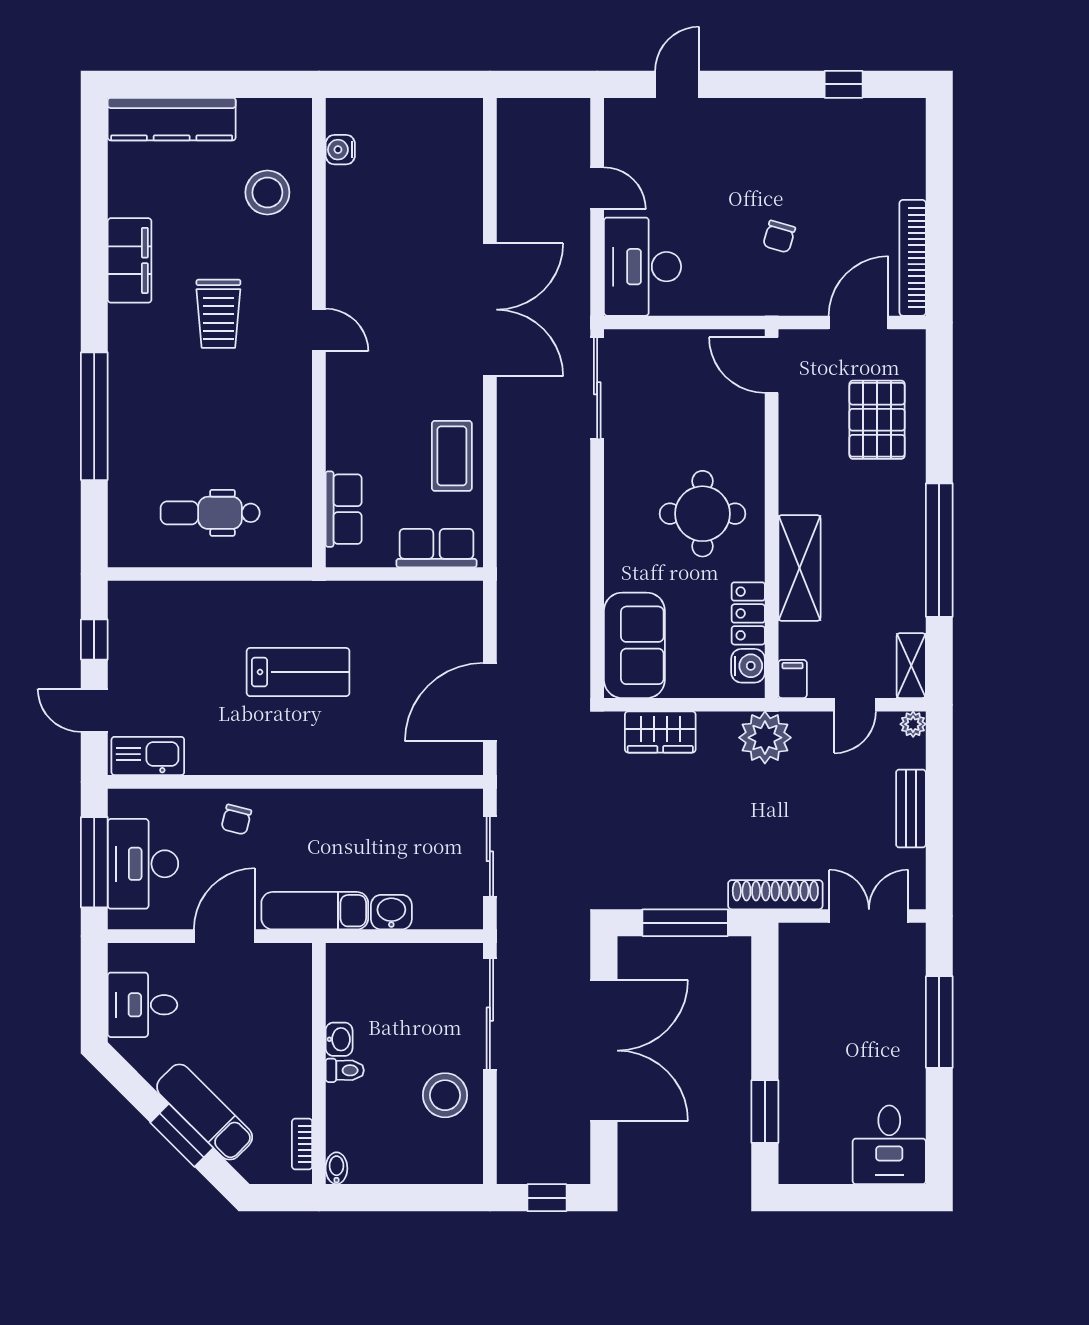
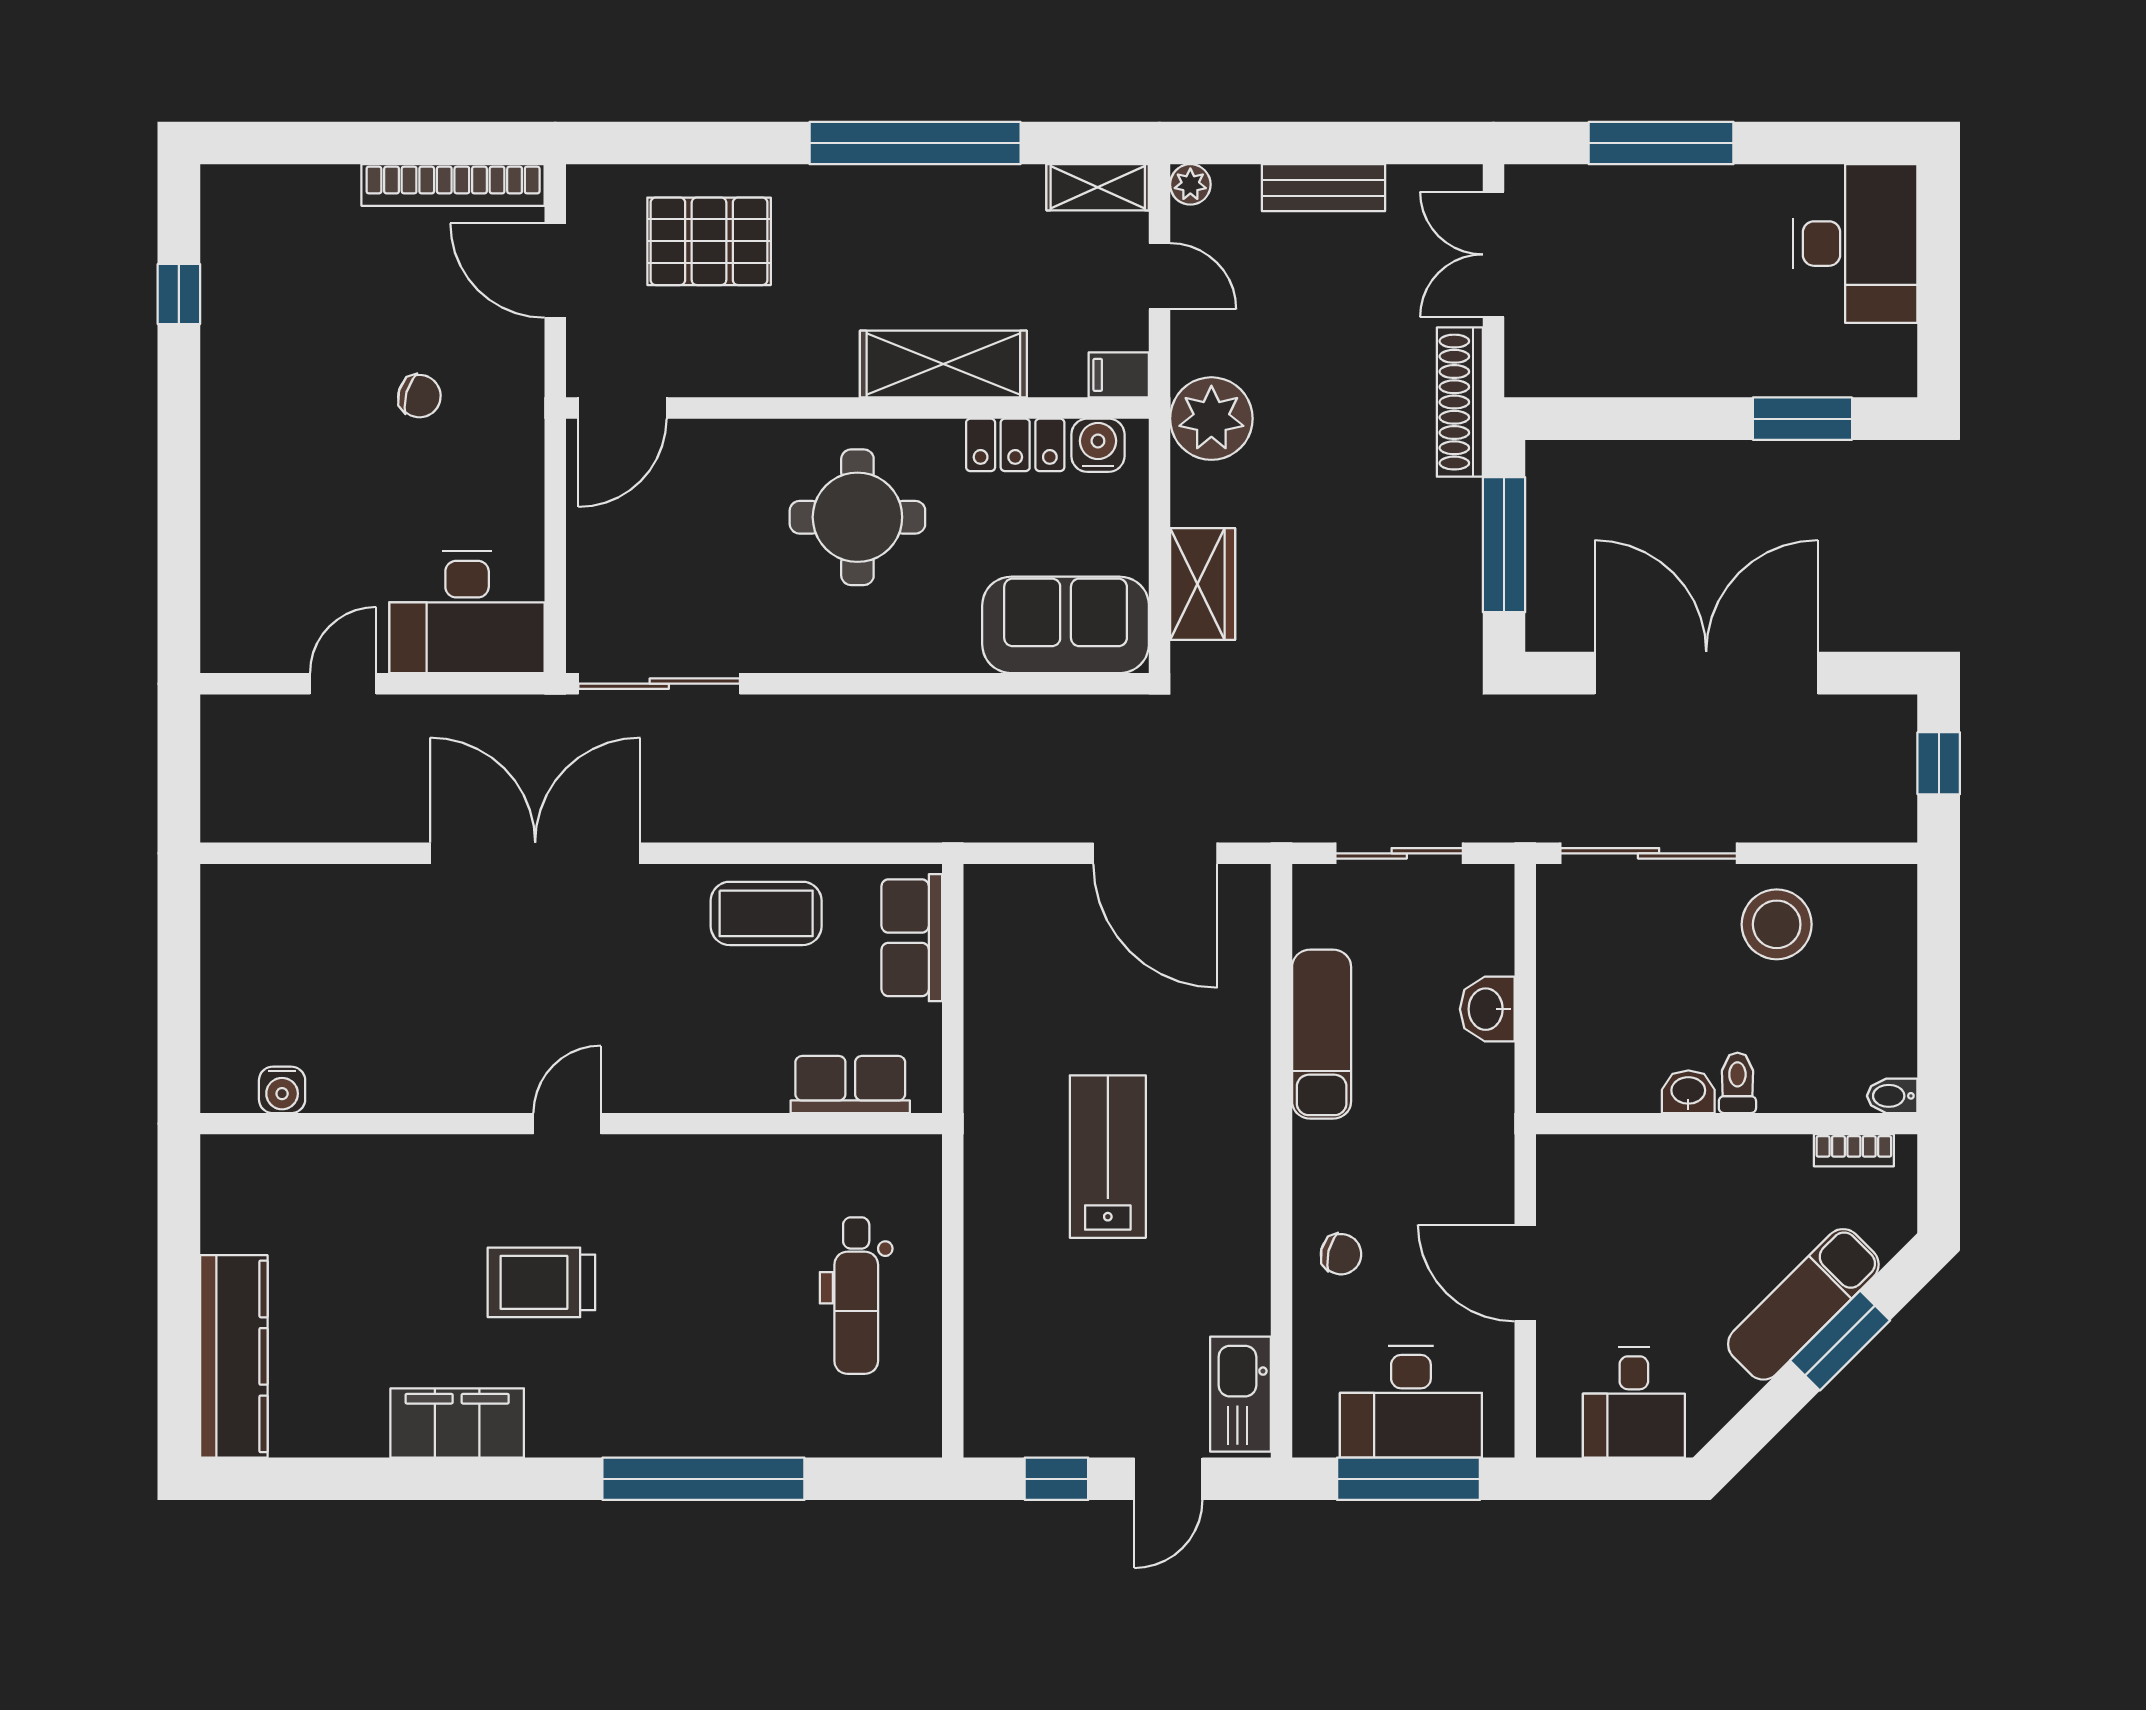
door: (677, 84) -> (179, 557), removed
stool: (267, 192) -> (350, 1205), removed
trolley: (218, 314) -> (541, 1282), turned 180
exam couch: (315, 911) -> (1322, 1034), moved, turned 180
desk: (889, 1145) -> (1855, 244), width x1.37

